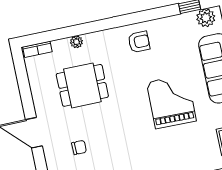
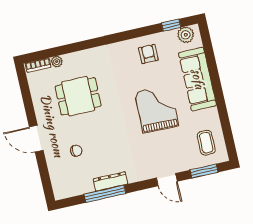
plant: (76, 42) -> (57, 62), moved
armchair: (139, 42) -> (148, 54), moved, turned -90

